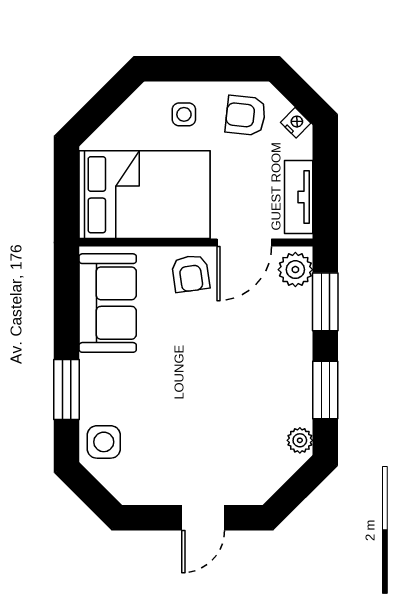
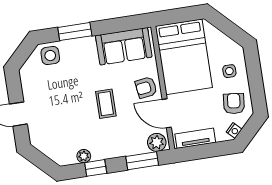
coffee table: (209, 353) -> (106, 104), added
window: (325, 390) -> (96, 168), width x0.67
plant: (300, 440) -> (84, 156), moved

